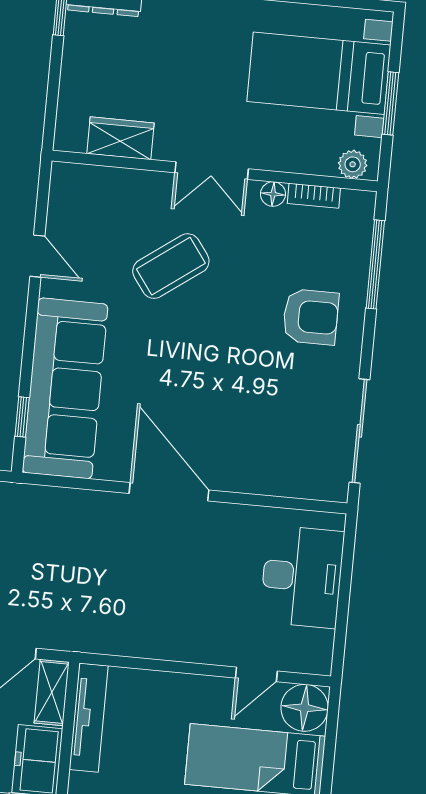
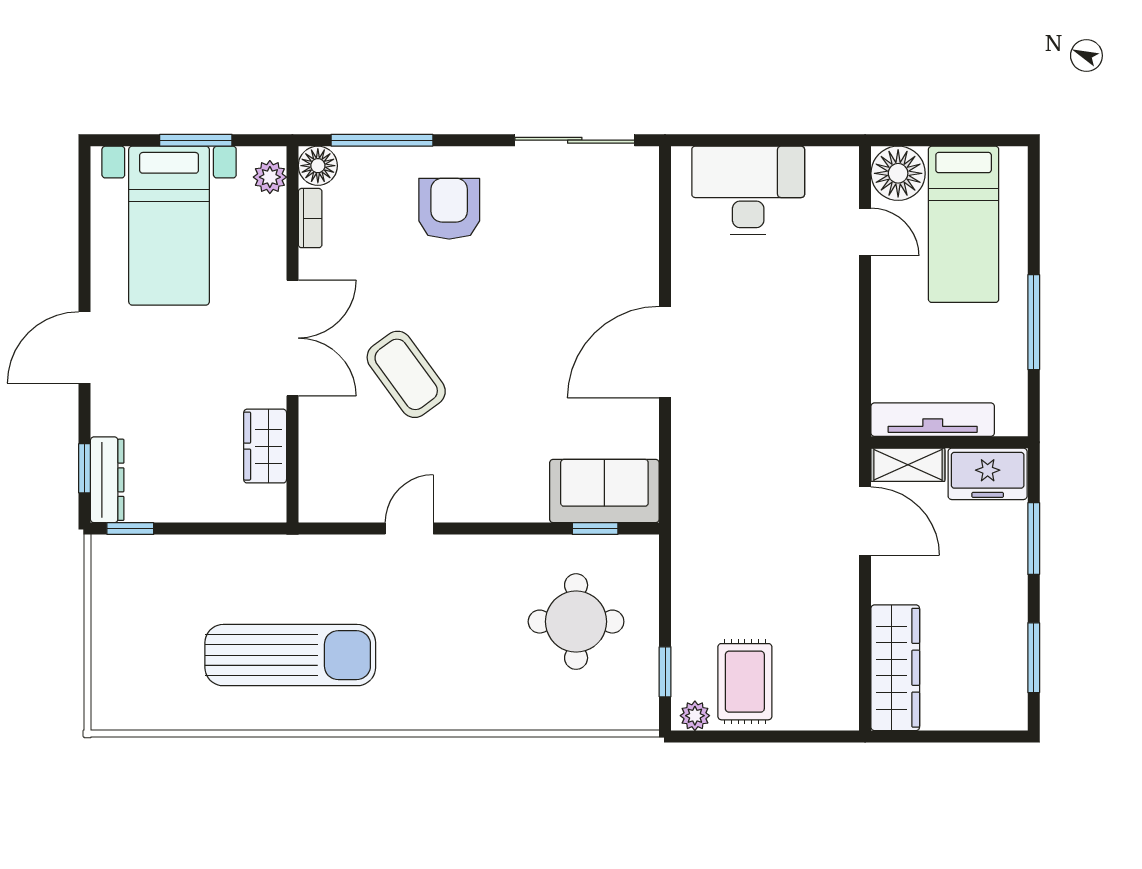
double door: (212, 171) -> (292, 338), width x1.37
floor lamp: (273, 194) -> (318, 166), moved, width x1.37, depth x1.37
sofa: (65, 388) -> (604, 491), width x0.54, depth x0.79

